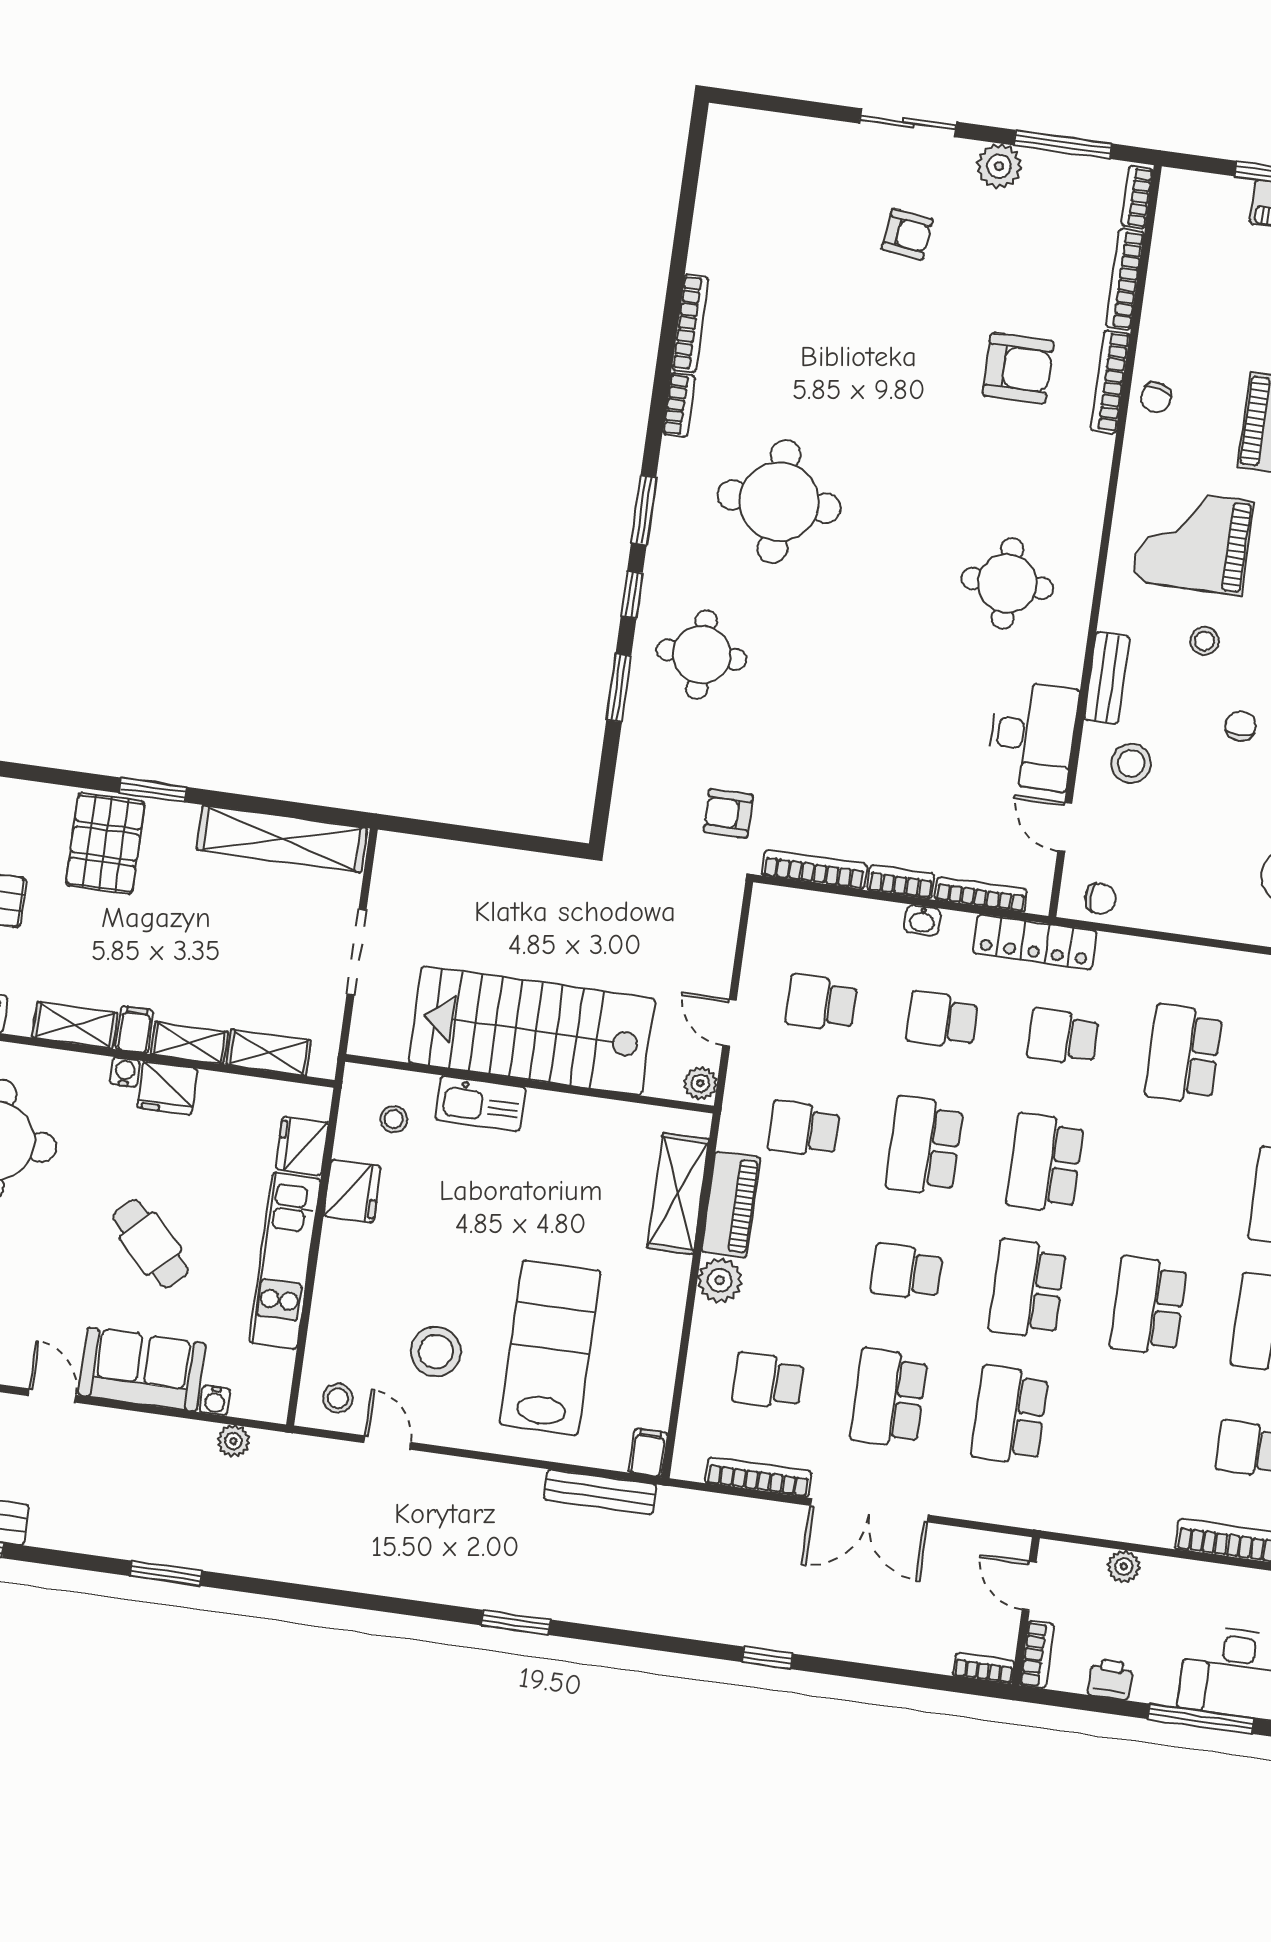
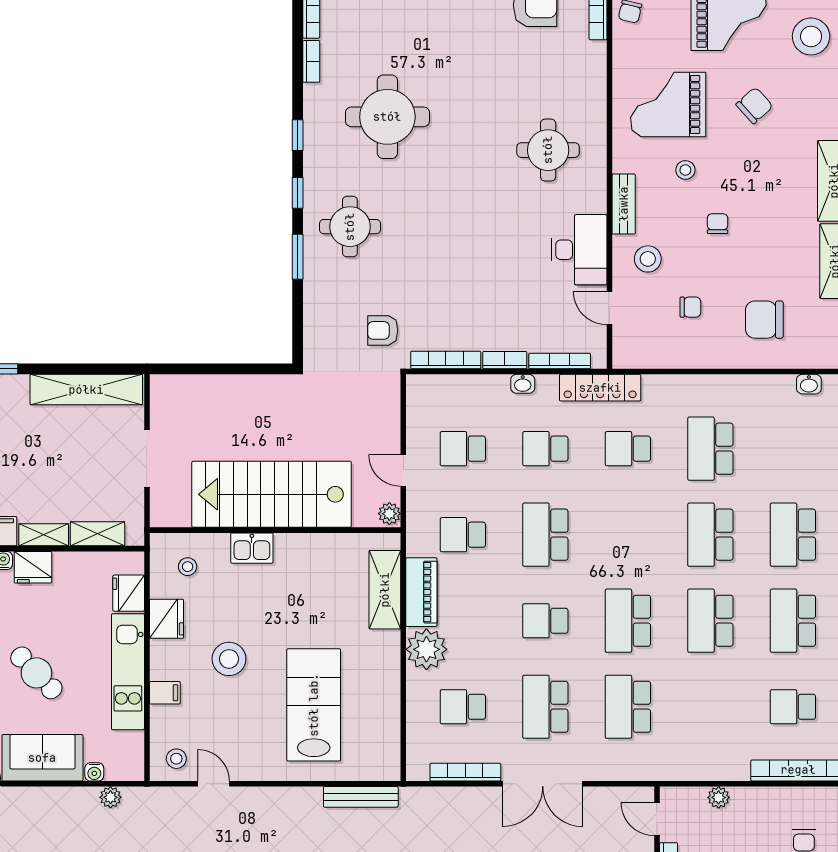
window: (644, 510) -> (298, 135), width x0.67
chair: (1100, 899) -> (690, 307), moved
kitchen sink: (480, 1104) -> (252, 548), width x0.73
school desk: (1045, 1163) -> (710, 535), moved
plant: (720, 1280) -> (426, 649), width x1.36, depth x1.36
stool: (436, 1352) -> (229, 659), moved
filing cabinet: (648, 1453) -> (165, 693), moved, turned 90

